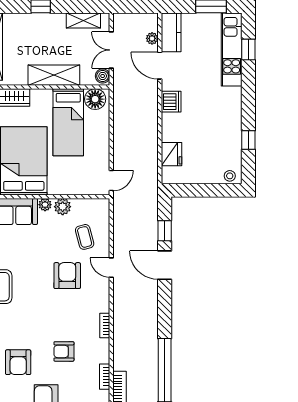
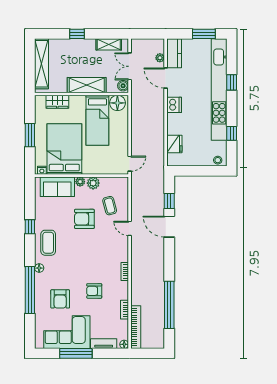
kitchen unit: (232, 50) -> (219, 89), width x1.86
window: (248, 50) -> (232, 82), moved
armchair: (67, 276) -> (84, 219), moved, turned -90

